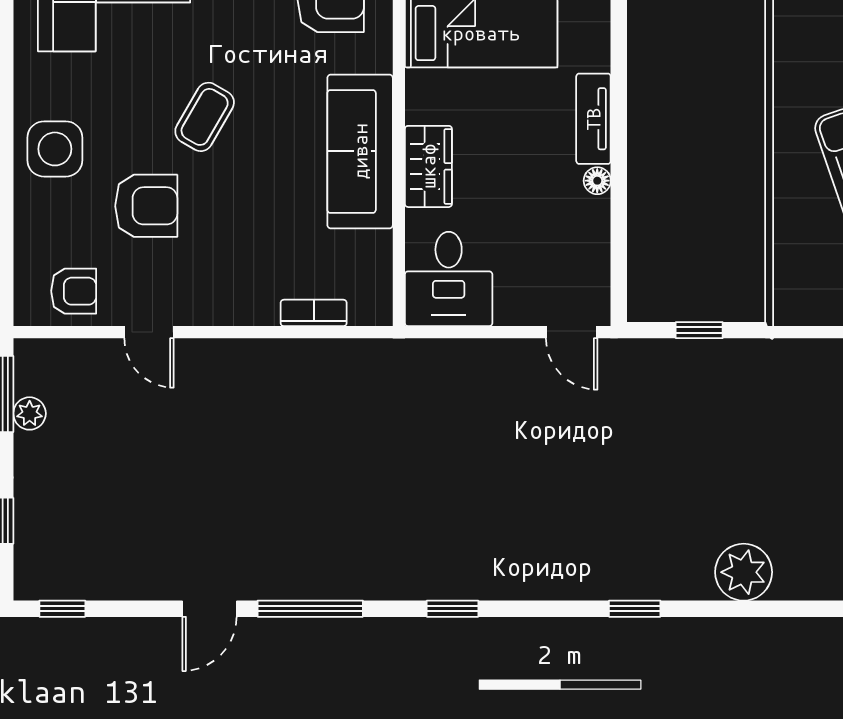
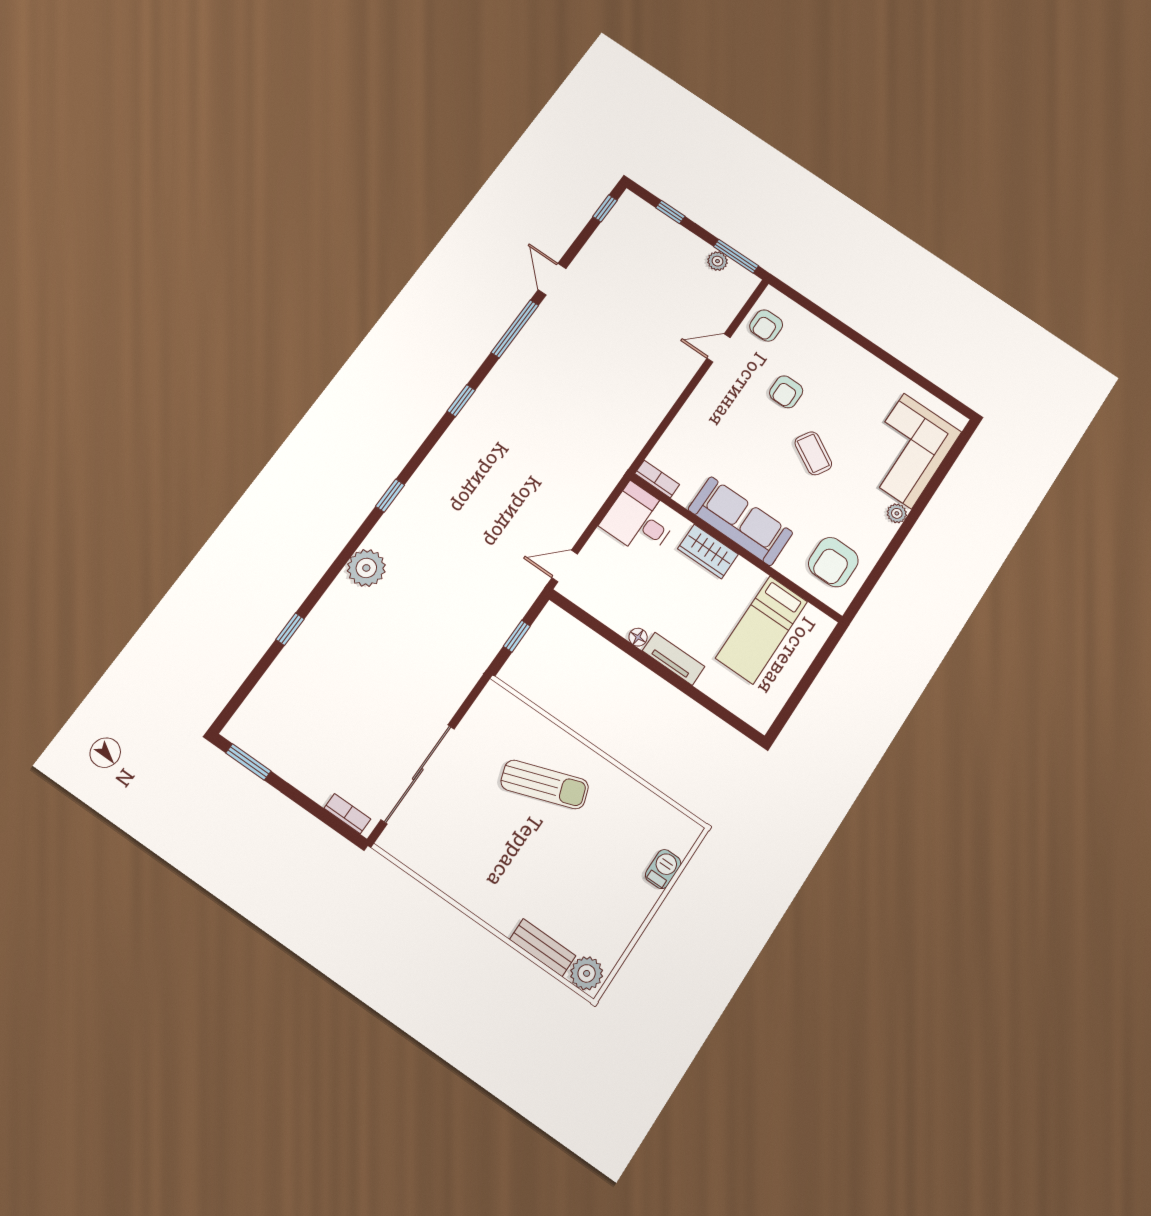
side table: (55, 149) -> (847, 367), removed
armchair: (146, 206) -> (786, 392), width x0.72, depth x0.72
bookcase: (314, 313) -> (657, 479), moved, turned -90

